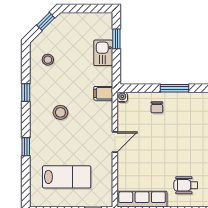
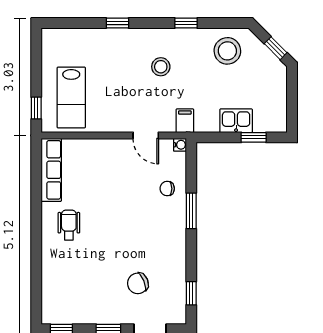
stool: (48, 60) -> (227, 51), width x1.89, depth x1.89
door: (115, 142) -> (146, 135), moved
lab bench: (67, 177) -> (71, 97), moved

